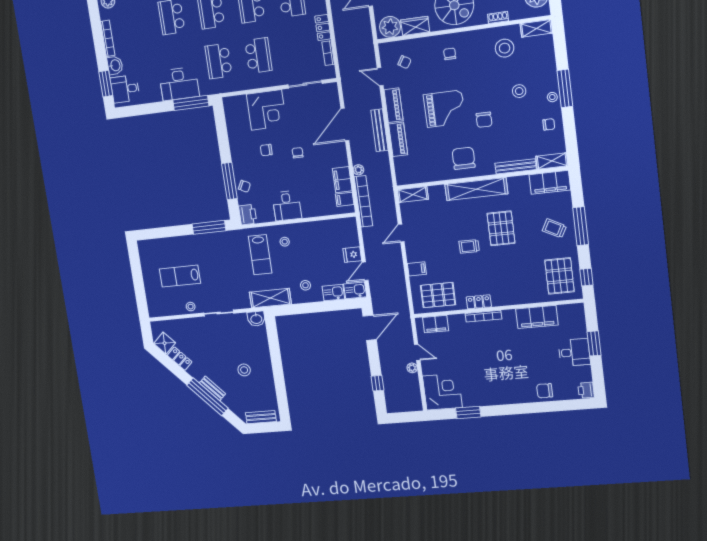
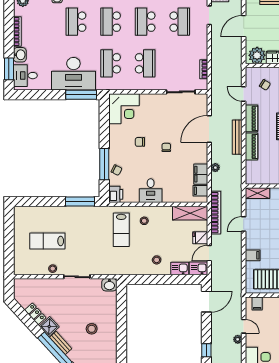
locker: (323, 27) -> (202, 48), removed
desk: (179, 84) -> (73, 74), width x1.36, depth x1.30
corner desk: (266, 110) -> (124, 109), moved
bookcase: (363, 201) -> (216, 213), moved
shelving: (270, 298) -> (190, 213), moved
filing cabinet: (436, 324) -> (257, 303), width x0.50
shower: (165, 343) -> (49, 326), moved

